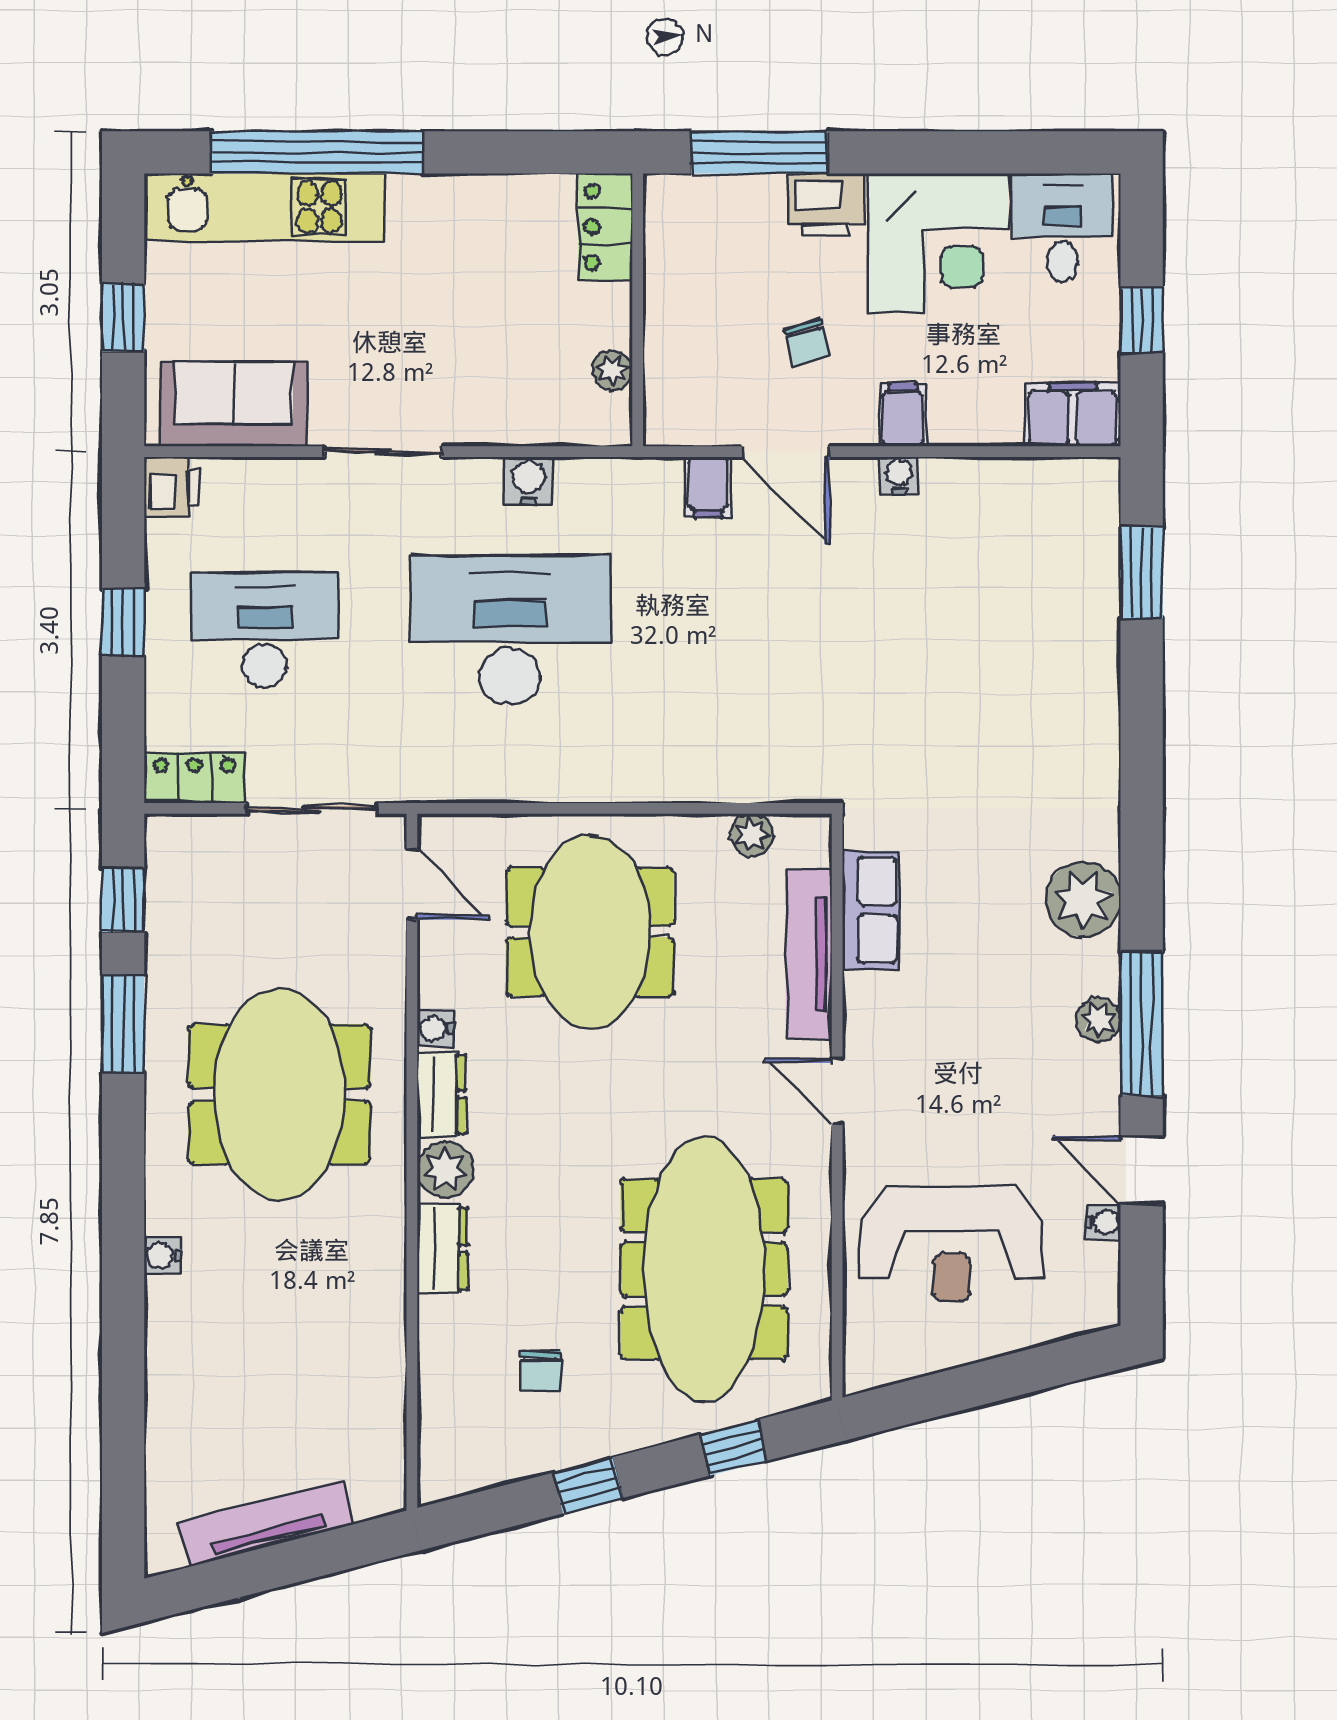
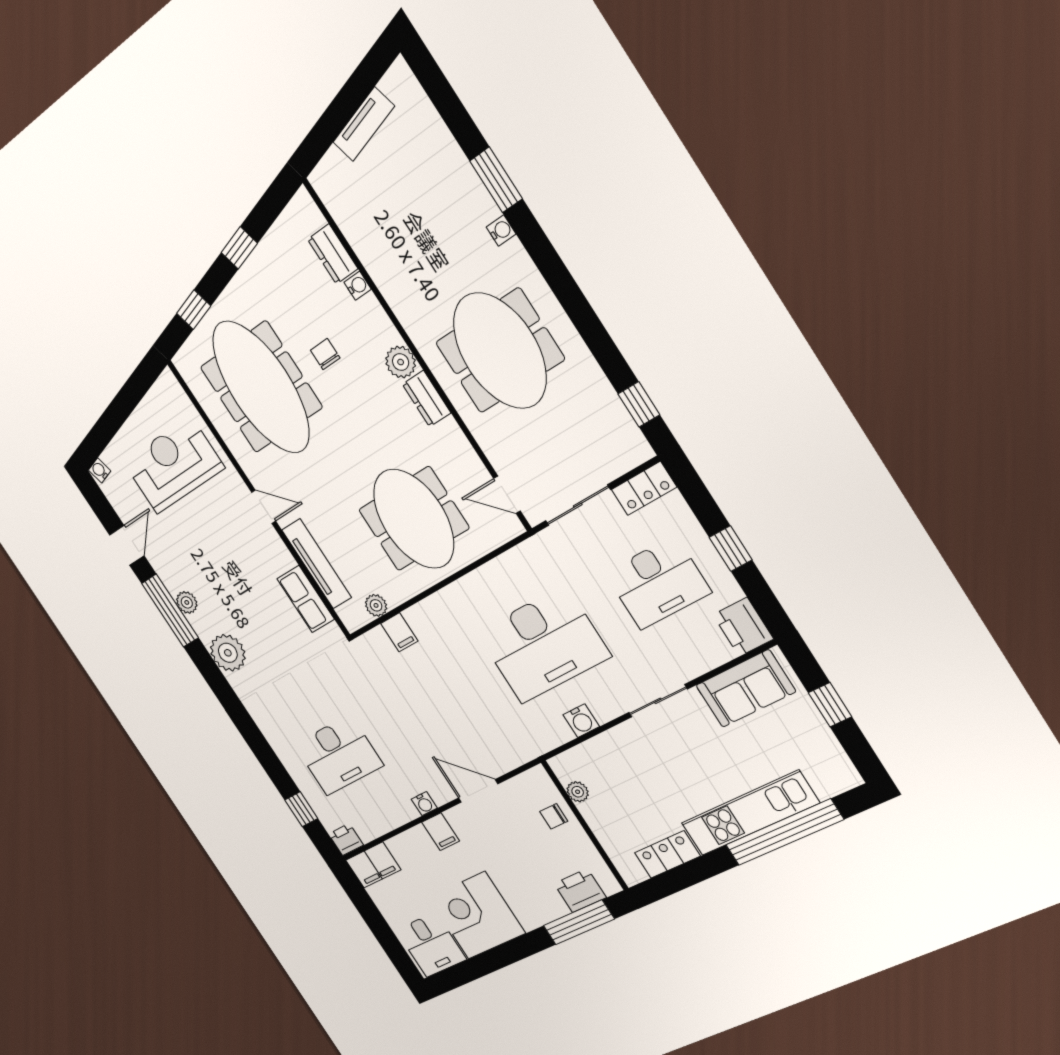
printer: (826, 205) -> (580, 891), moved
kitchen unit: (264, 207) -> (750, 813), moved
locker: (605, 227) -> (667, 854), moved, turned -90
window: (1142, 320) -> (374, 919), removed
chair: (807, 342) -> (554, 816), moved, turned -75
printer: (1093, 482) -> (346, 839), added
printer: (172, 487) -> (743, 627), width x1.36, depth x1.24
filing cabinet: (708, 487) -> (399, 632), moved, turned 180
window: (1142, 573) -> (301, 809), width x0.67
desk: (1000, 630) -> (339, 755), added
window: (123, 1024) -> (496, 180), moved
water cooler: (435, 1029) -> (358, 286), moved
door: (1142, 1170) -> (127, 545), hinge flipped
water cooler: (1103, 1222) -> (100, 470), moved, turned 75
dresser: (442, 1249) -> (333, 254), moved
chair: (541, 1371) -> (325, 354), moved
tv unit: (266, 1523) -> (364, 124), width x0.71

